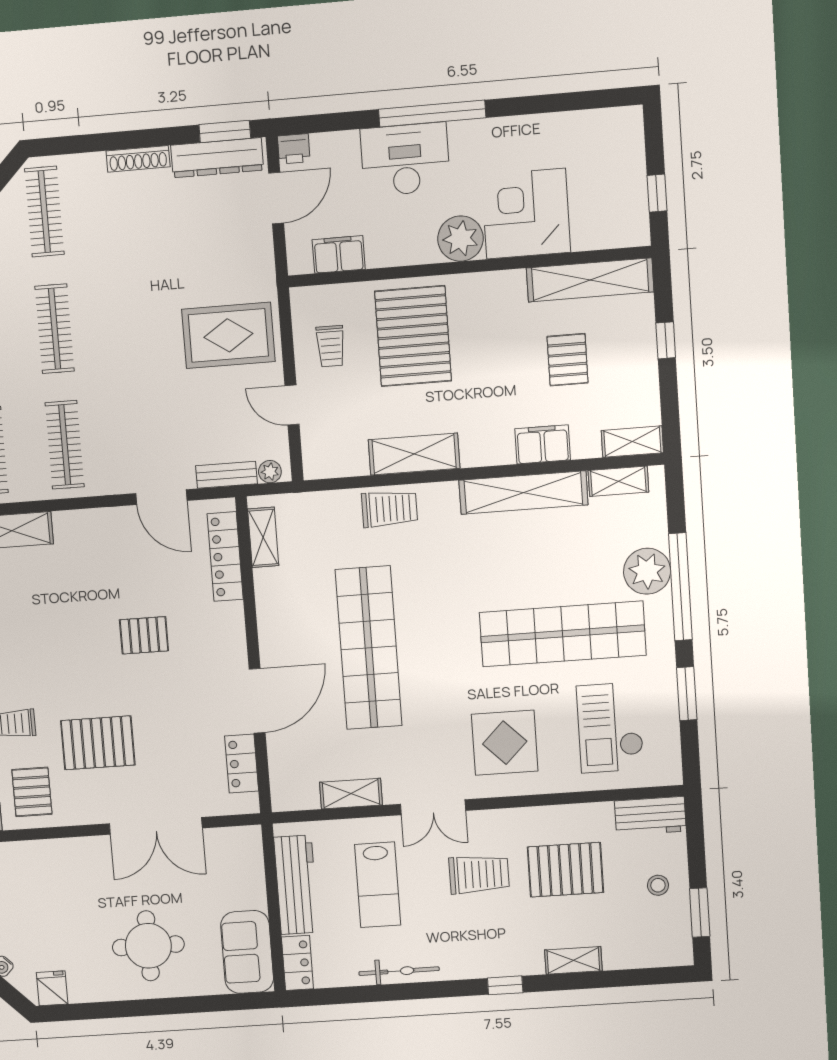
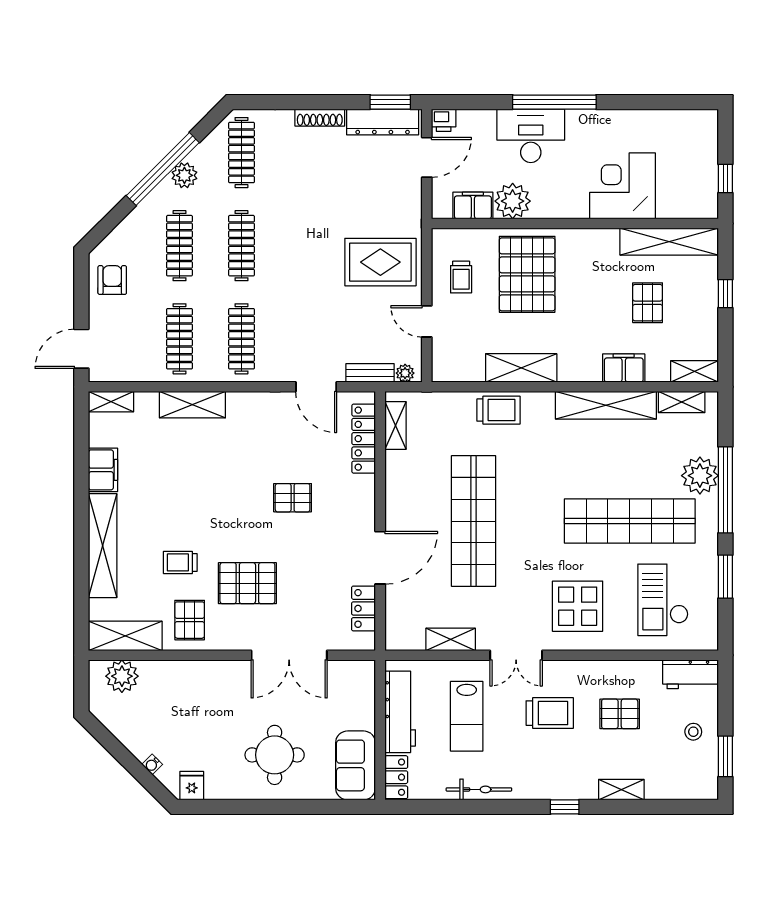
plant: (461, 239) -> (513, 201), moved
pallet: (565, 870) -> (620, 714), width x0.67, depth x0.71

